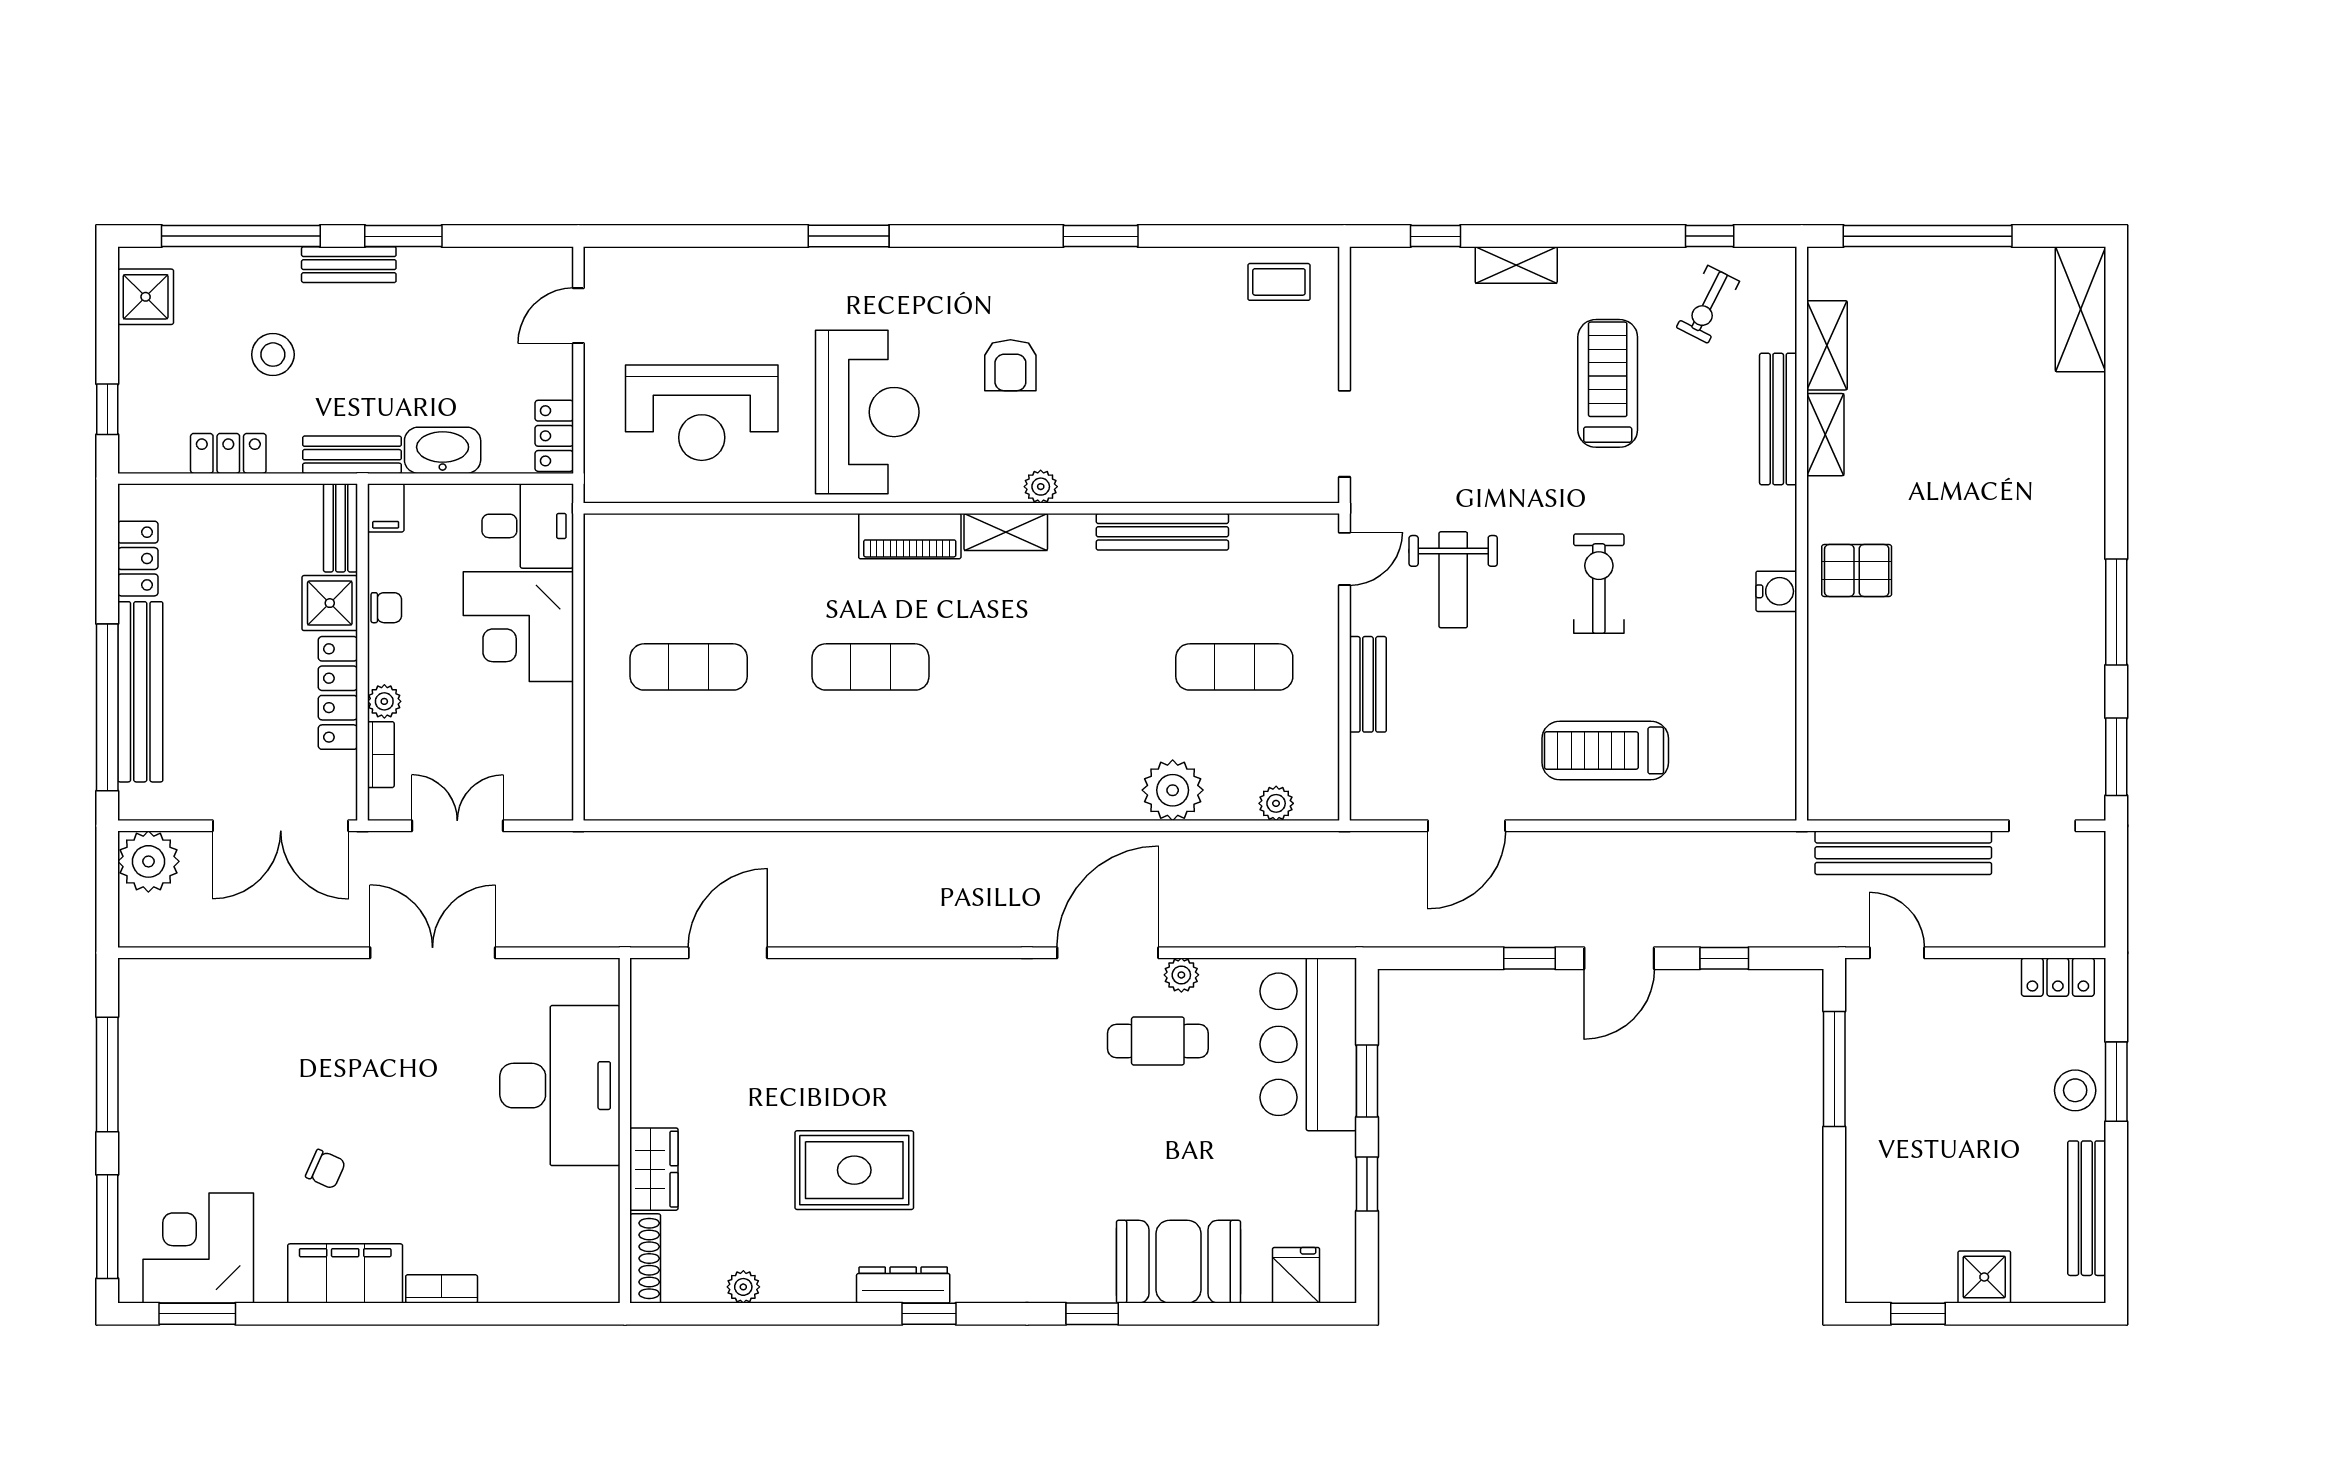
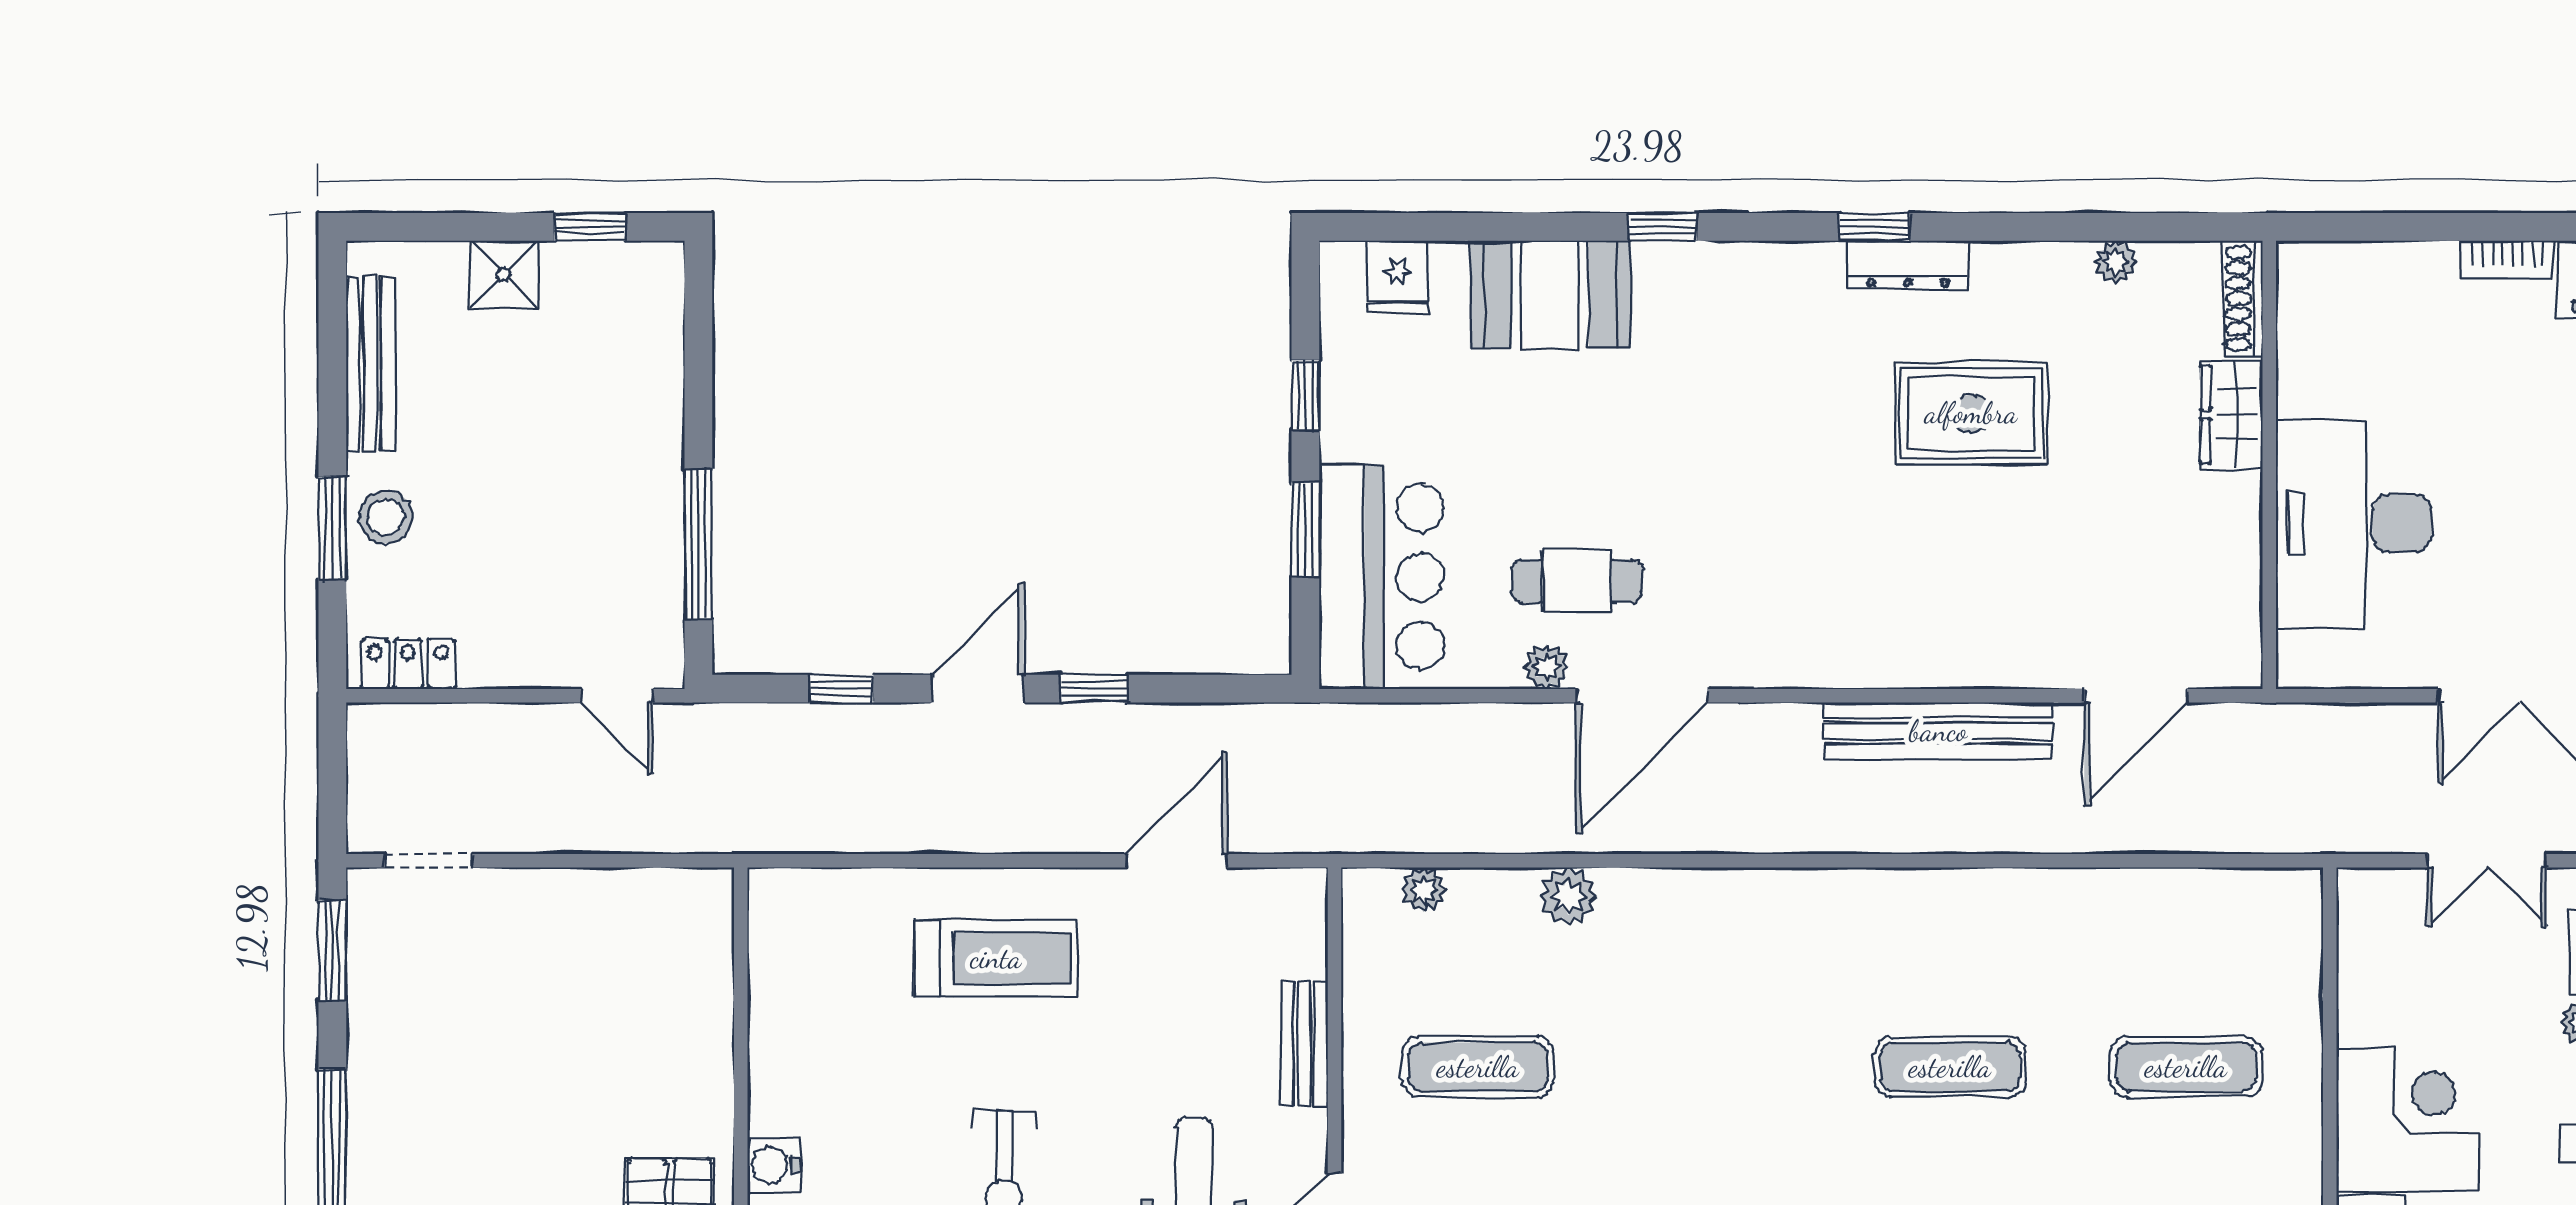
plant: (1173, 790) -> (1568, 896), width x0.73, depth x0.73
bench: (1903, 853) -> (1938, 731), moved

